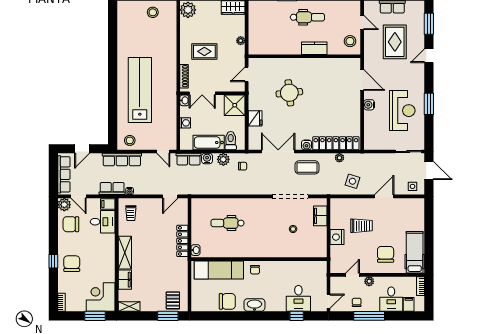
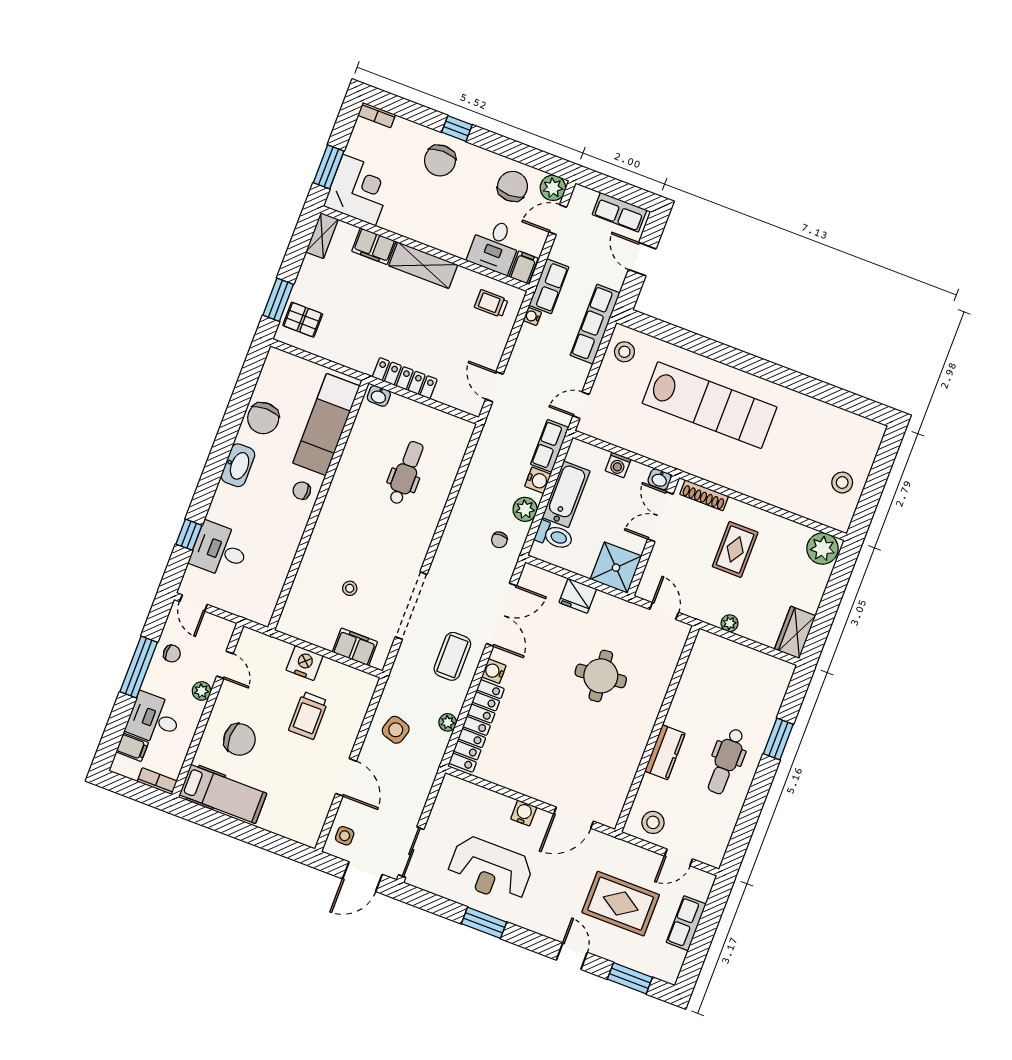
row of seats: (64, 174) -> (619, 212), width x0.68
chair: (72, 264) -> (440, 161), turned 90

